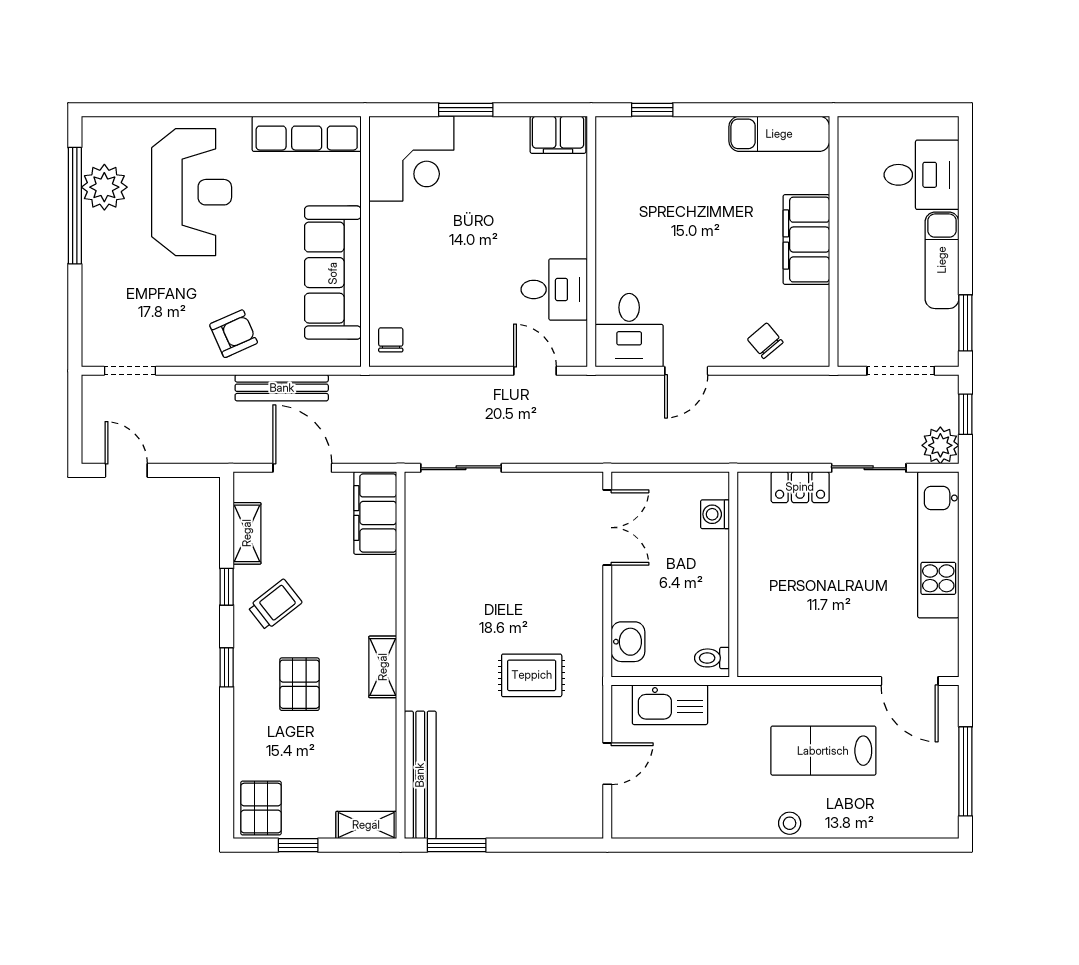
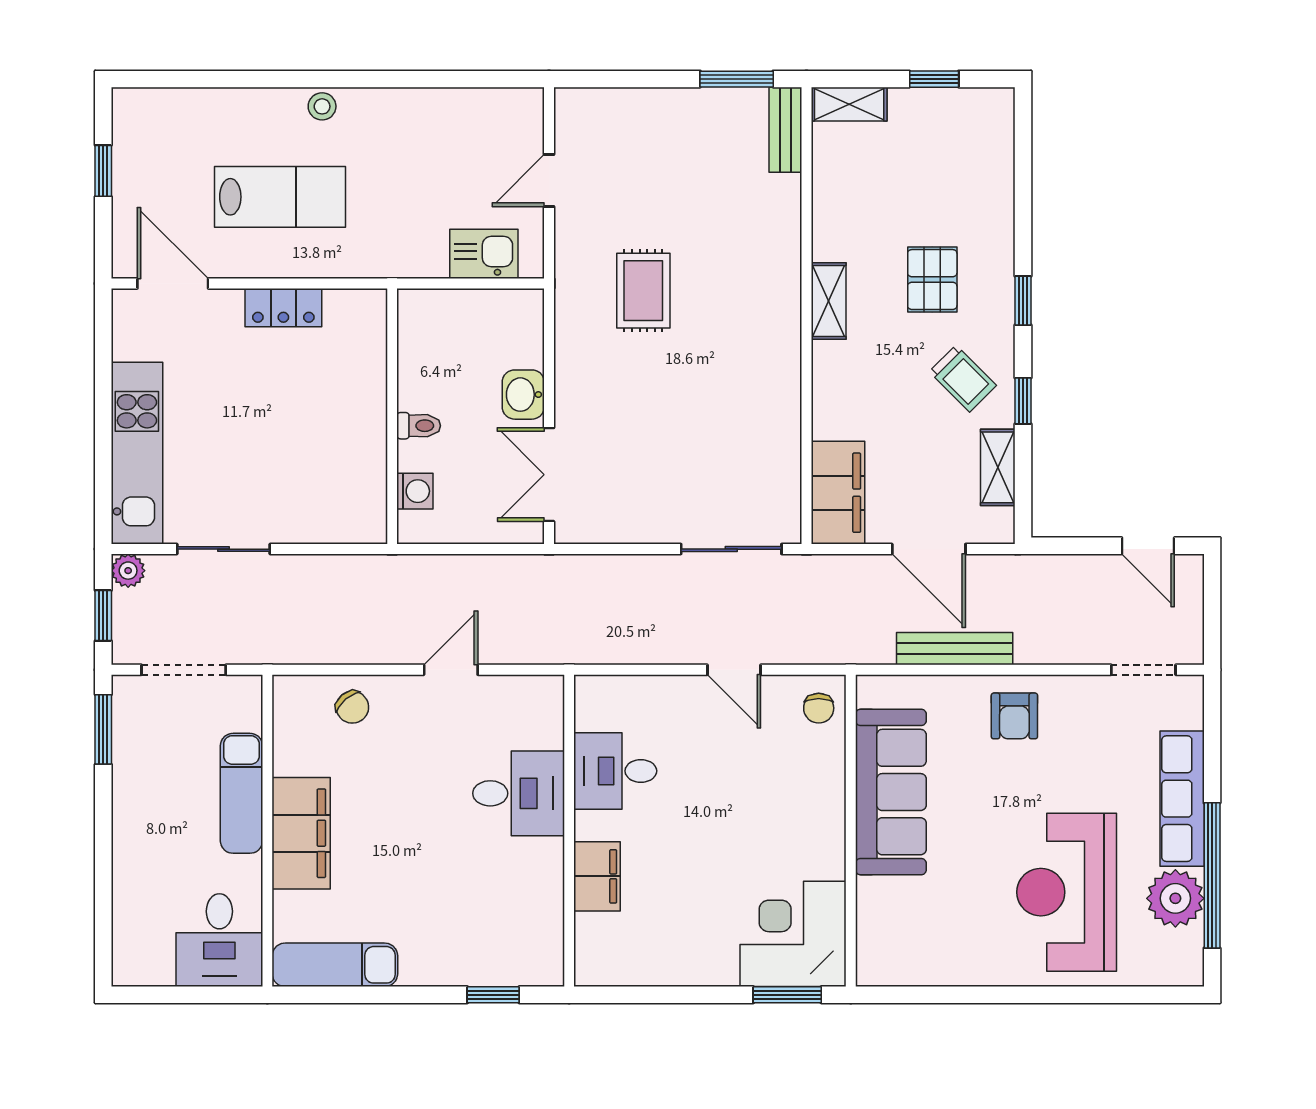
window: (466, 110) -> (787, 995), moved
row of seats: (307, 134) -> (1182, 799), moved, turned -90
filing cabinet: (558, 135) -> (597, 876), moved, turned 90
desk: (921, 175) -> (219, 940), moved, turned -90
exam couch: (942, 260) -> (242, 793), moved, turned 180
desk: (629, 330) -> (519, 793), moved, turned 90
armchair: (234, 334) -> (1014, 716), turned -66
door: (535, 371) -> (734, 670), moved
plant: (940, 445) -> (128, 571), width x0.73, depth x0.73
locker: (800, 487) -> (283, 308), moved, turned 180
trolley: (275, 605) -> (963, 379), turned -97
washbasin: (628, 642) -> (523, 395), moved
toilet: (712, 658) -> (419, 426), moved
rug: (532, 675) -> (643, 291), turned 90
kitchen sink: (670, 705) -> (484, 254), width x0.73
window: (965, 771) -> (103, 171), width x0.46
bench: (420, 775) -> (785, 130), width x0.54, depth x0.82
pallet: (261, 808) -> (980, 125), removed

